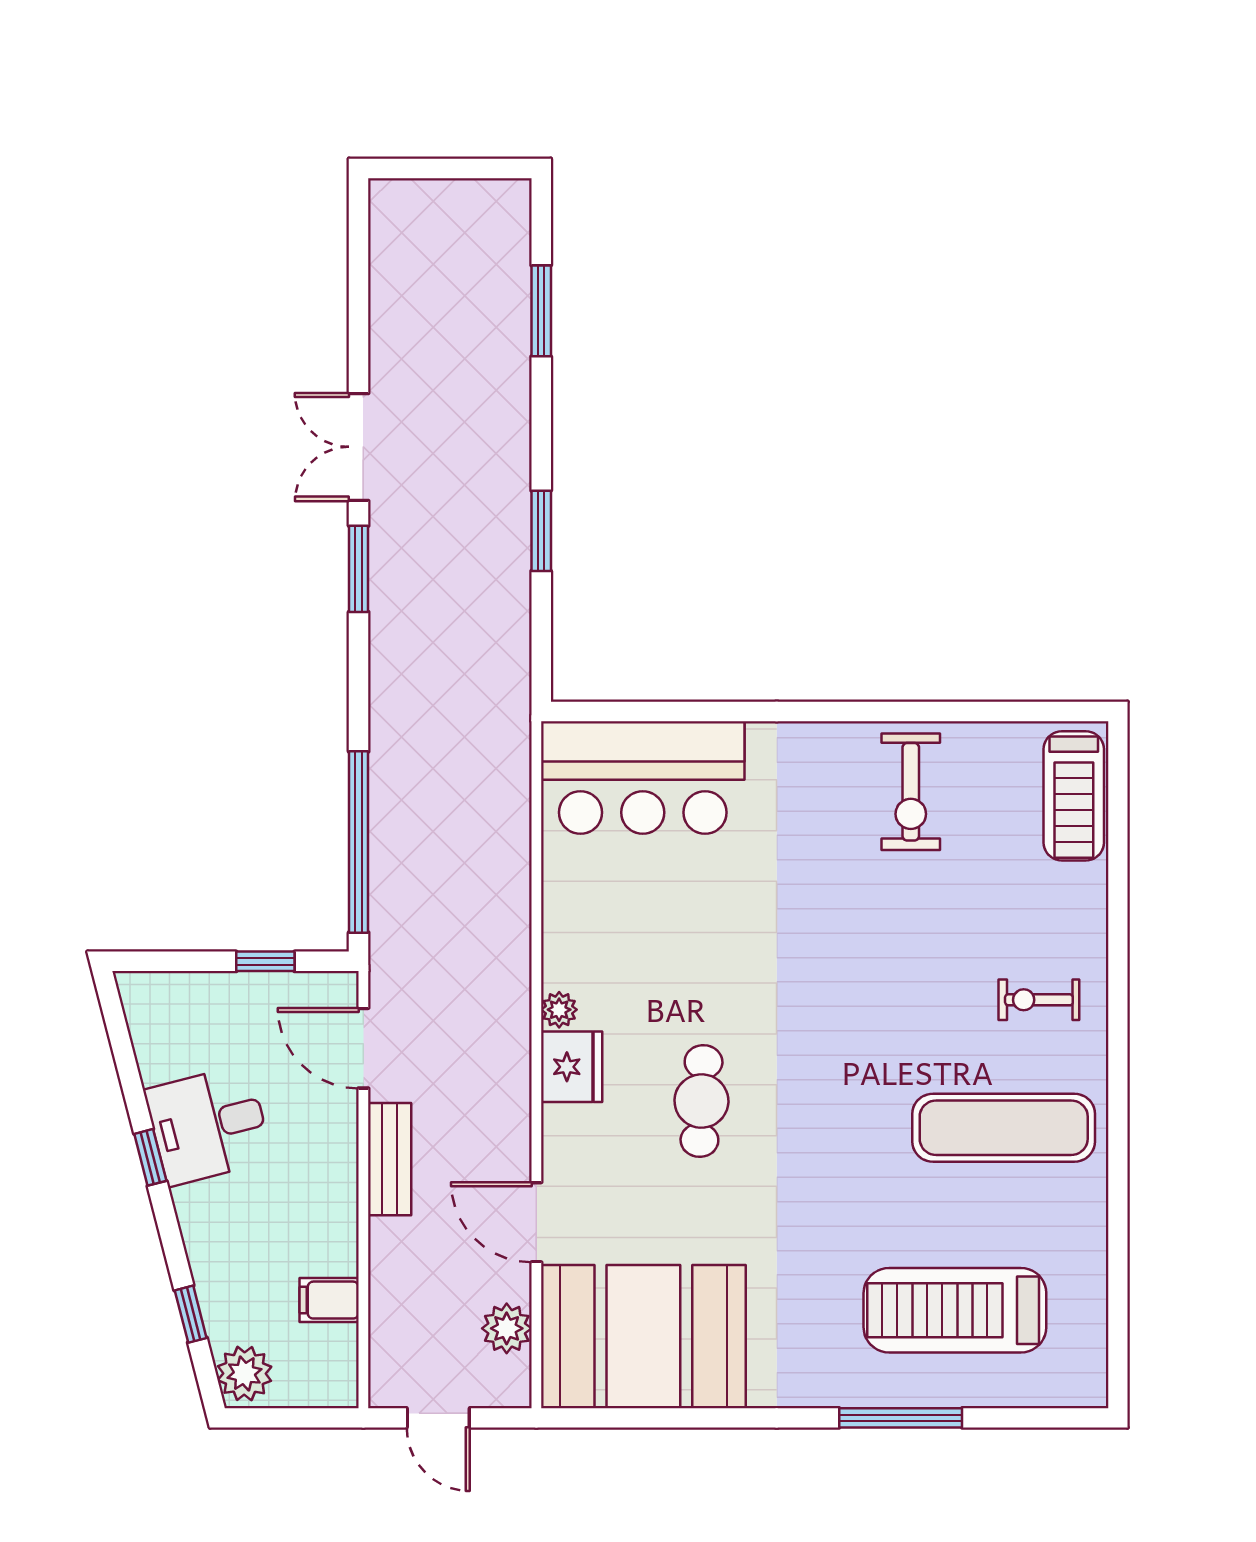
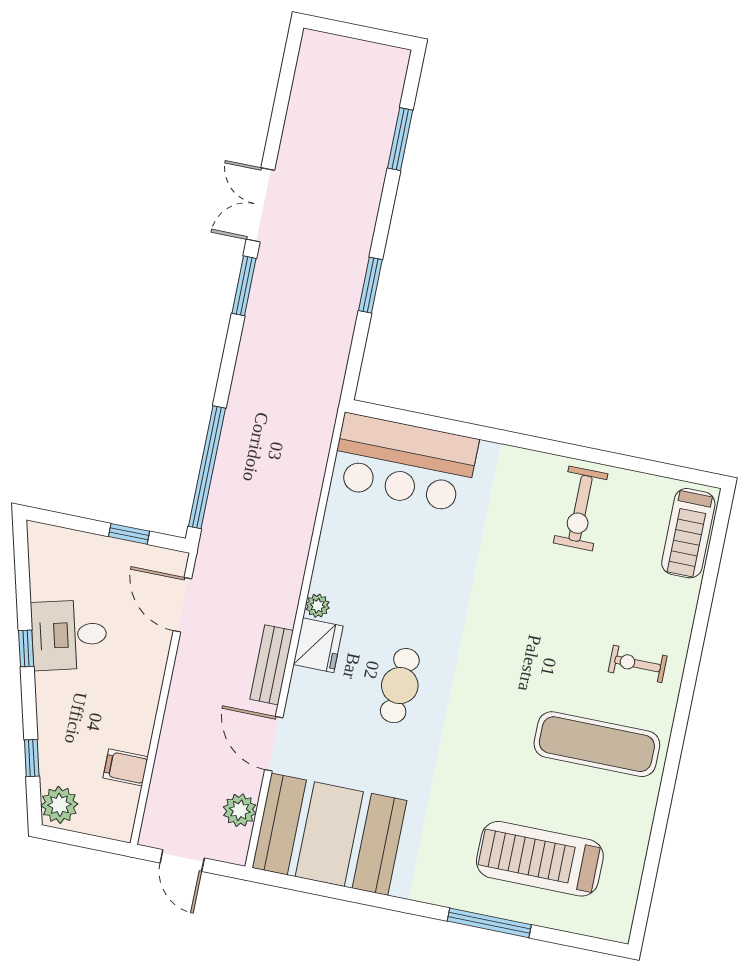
bench: (390, 1159) -> (272, 665), moved

